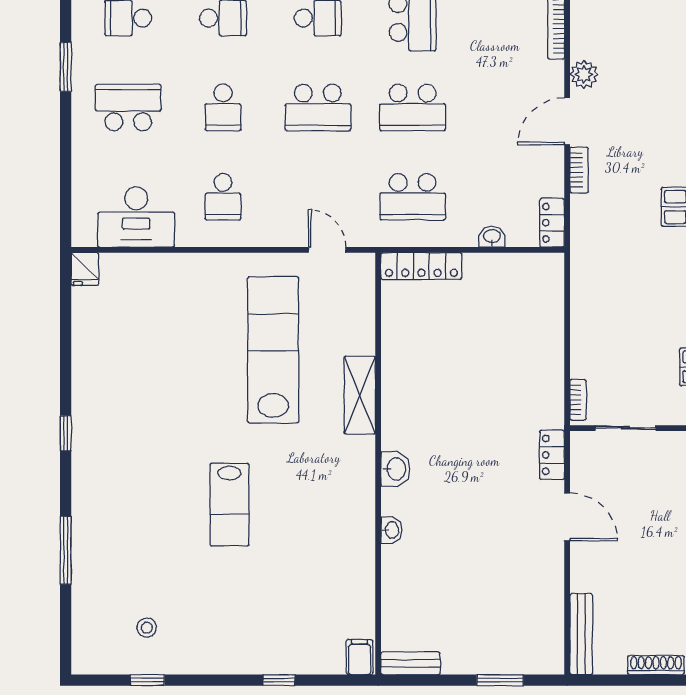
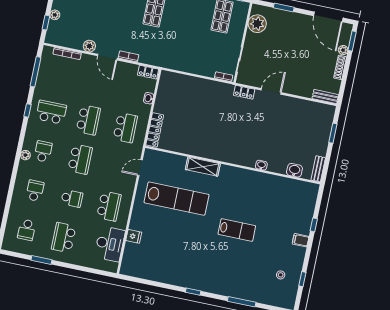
school desk: (223, 197) -> (109, 206), width x1.85
fridge: (85, 269) -> (134, 236), moved
lab bench: (273, 350) -> (177, 199), turned 180
washbasin: (396, 469) -> (294, 170), moved
bench: (581, 634) -> (325, 97), width x0.73
filing cabinet: (360, 657) -> (301, 240), moved

